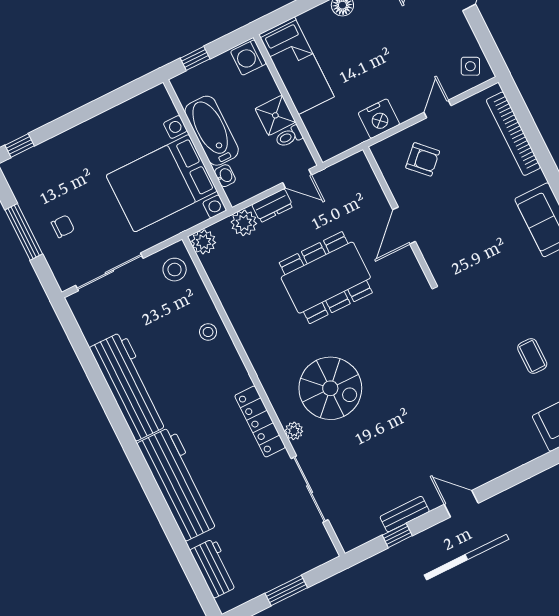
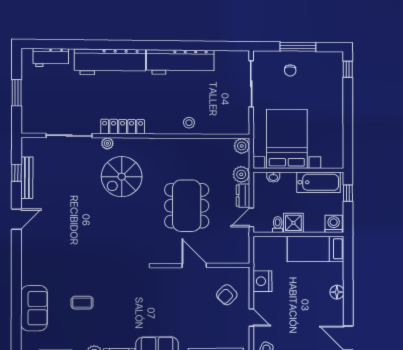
bathtub: (212, 131) -> (319, 182), moved
stool: (175, 270) -> (234, 121), removed
bench: (405, 514) -> (27, 178), width x1.36

